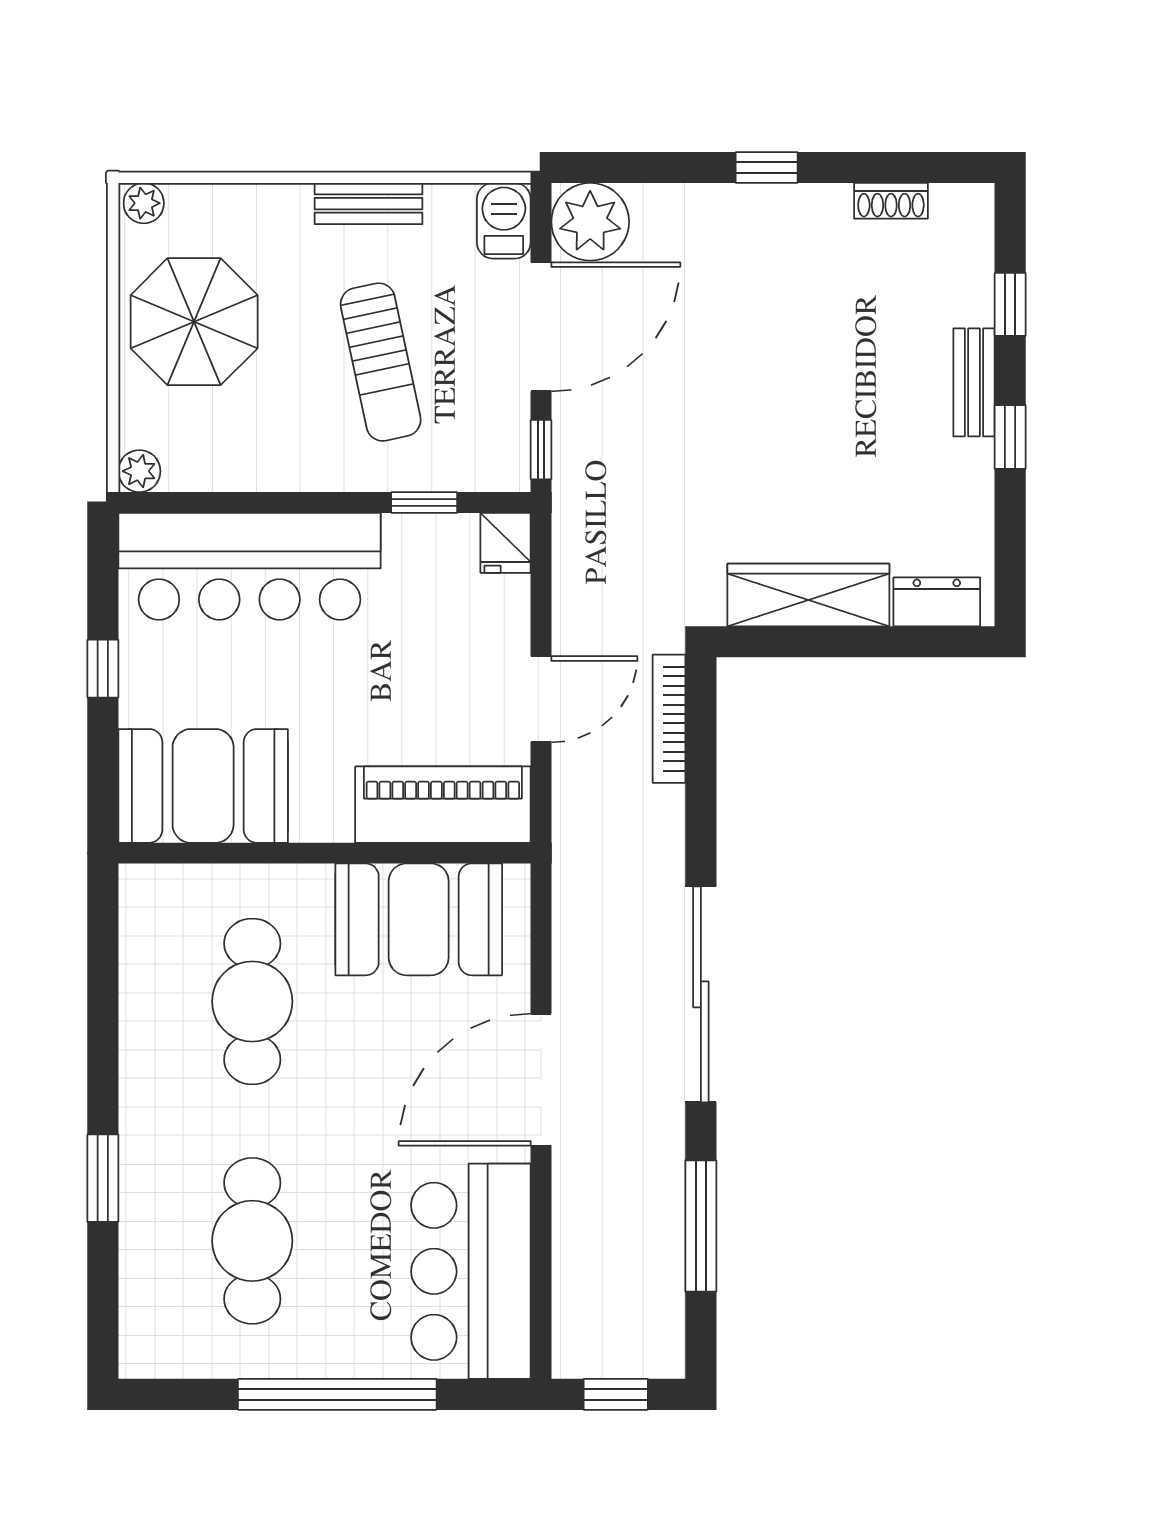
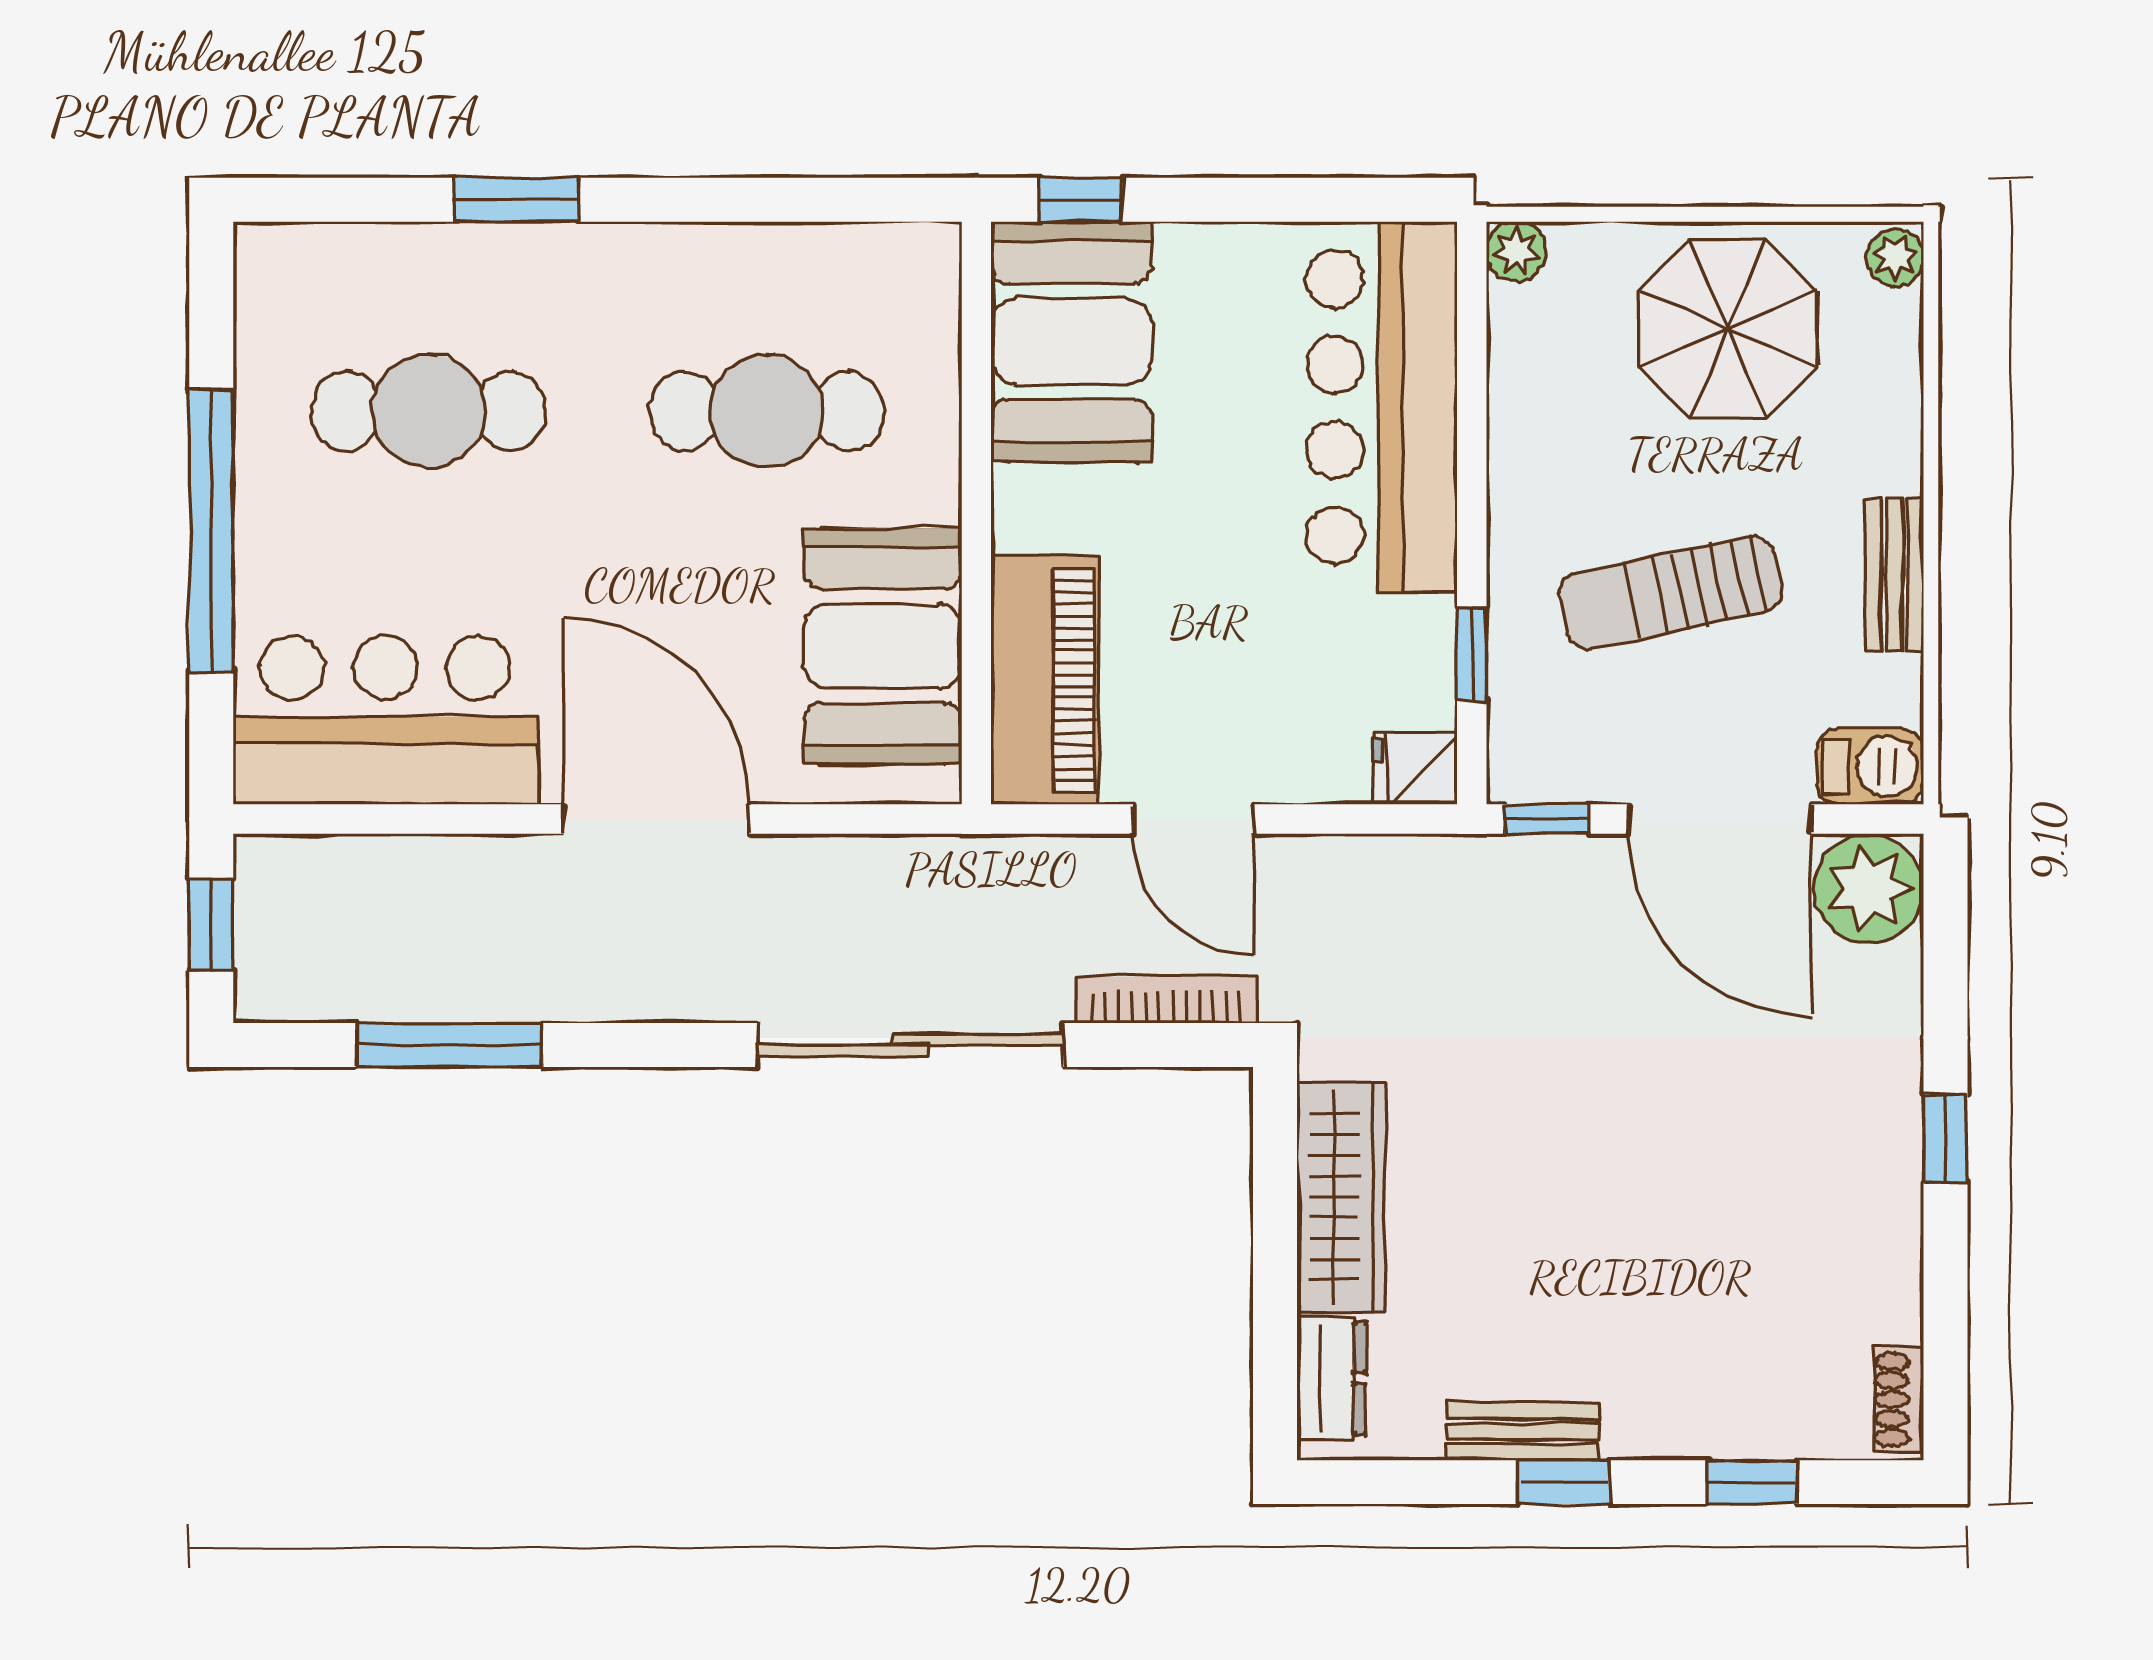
shoe rack: (891, 201) -> (1898, 1400), moved
bench: (974, 382) -> (1523, 1431), moved
window: (103, 669) -> (1081, 200), moved
sliding door: (701, 994) -> (911, 1045), moved

